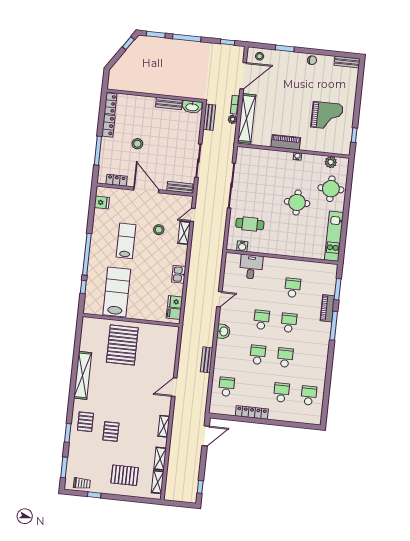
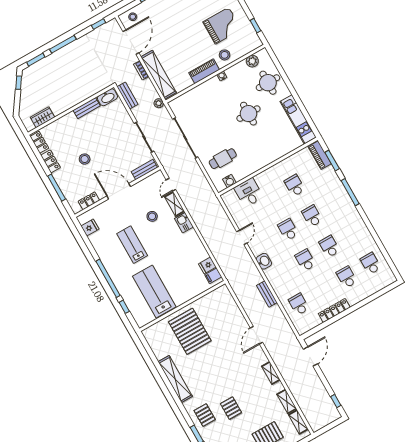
wardrobe: (128, 85) -> (42, 117), added
plant: (233, 119) -> (159, 103), moved
stool: (312, 141) -> (225, 55), added
kitchen sink: (179, 274) -> (184, 223), moved
piano: (327, 308) -> (320, 155), moved

